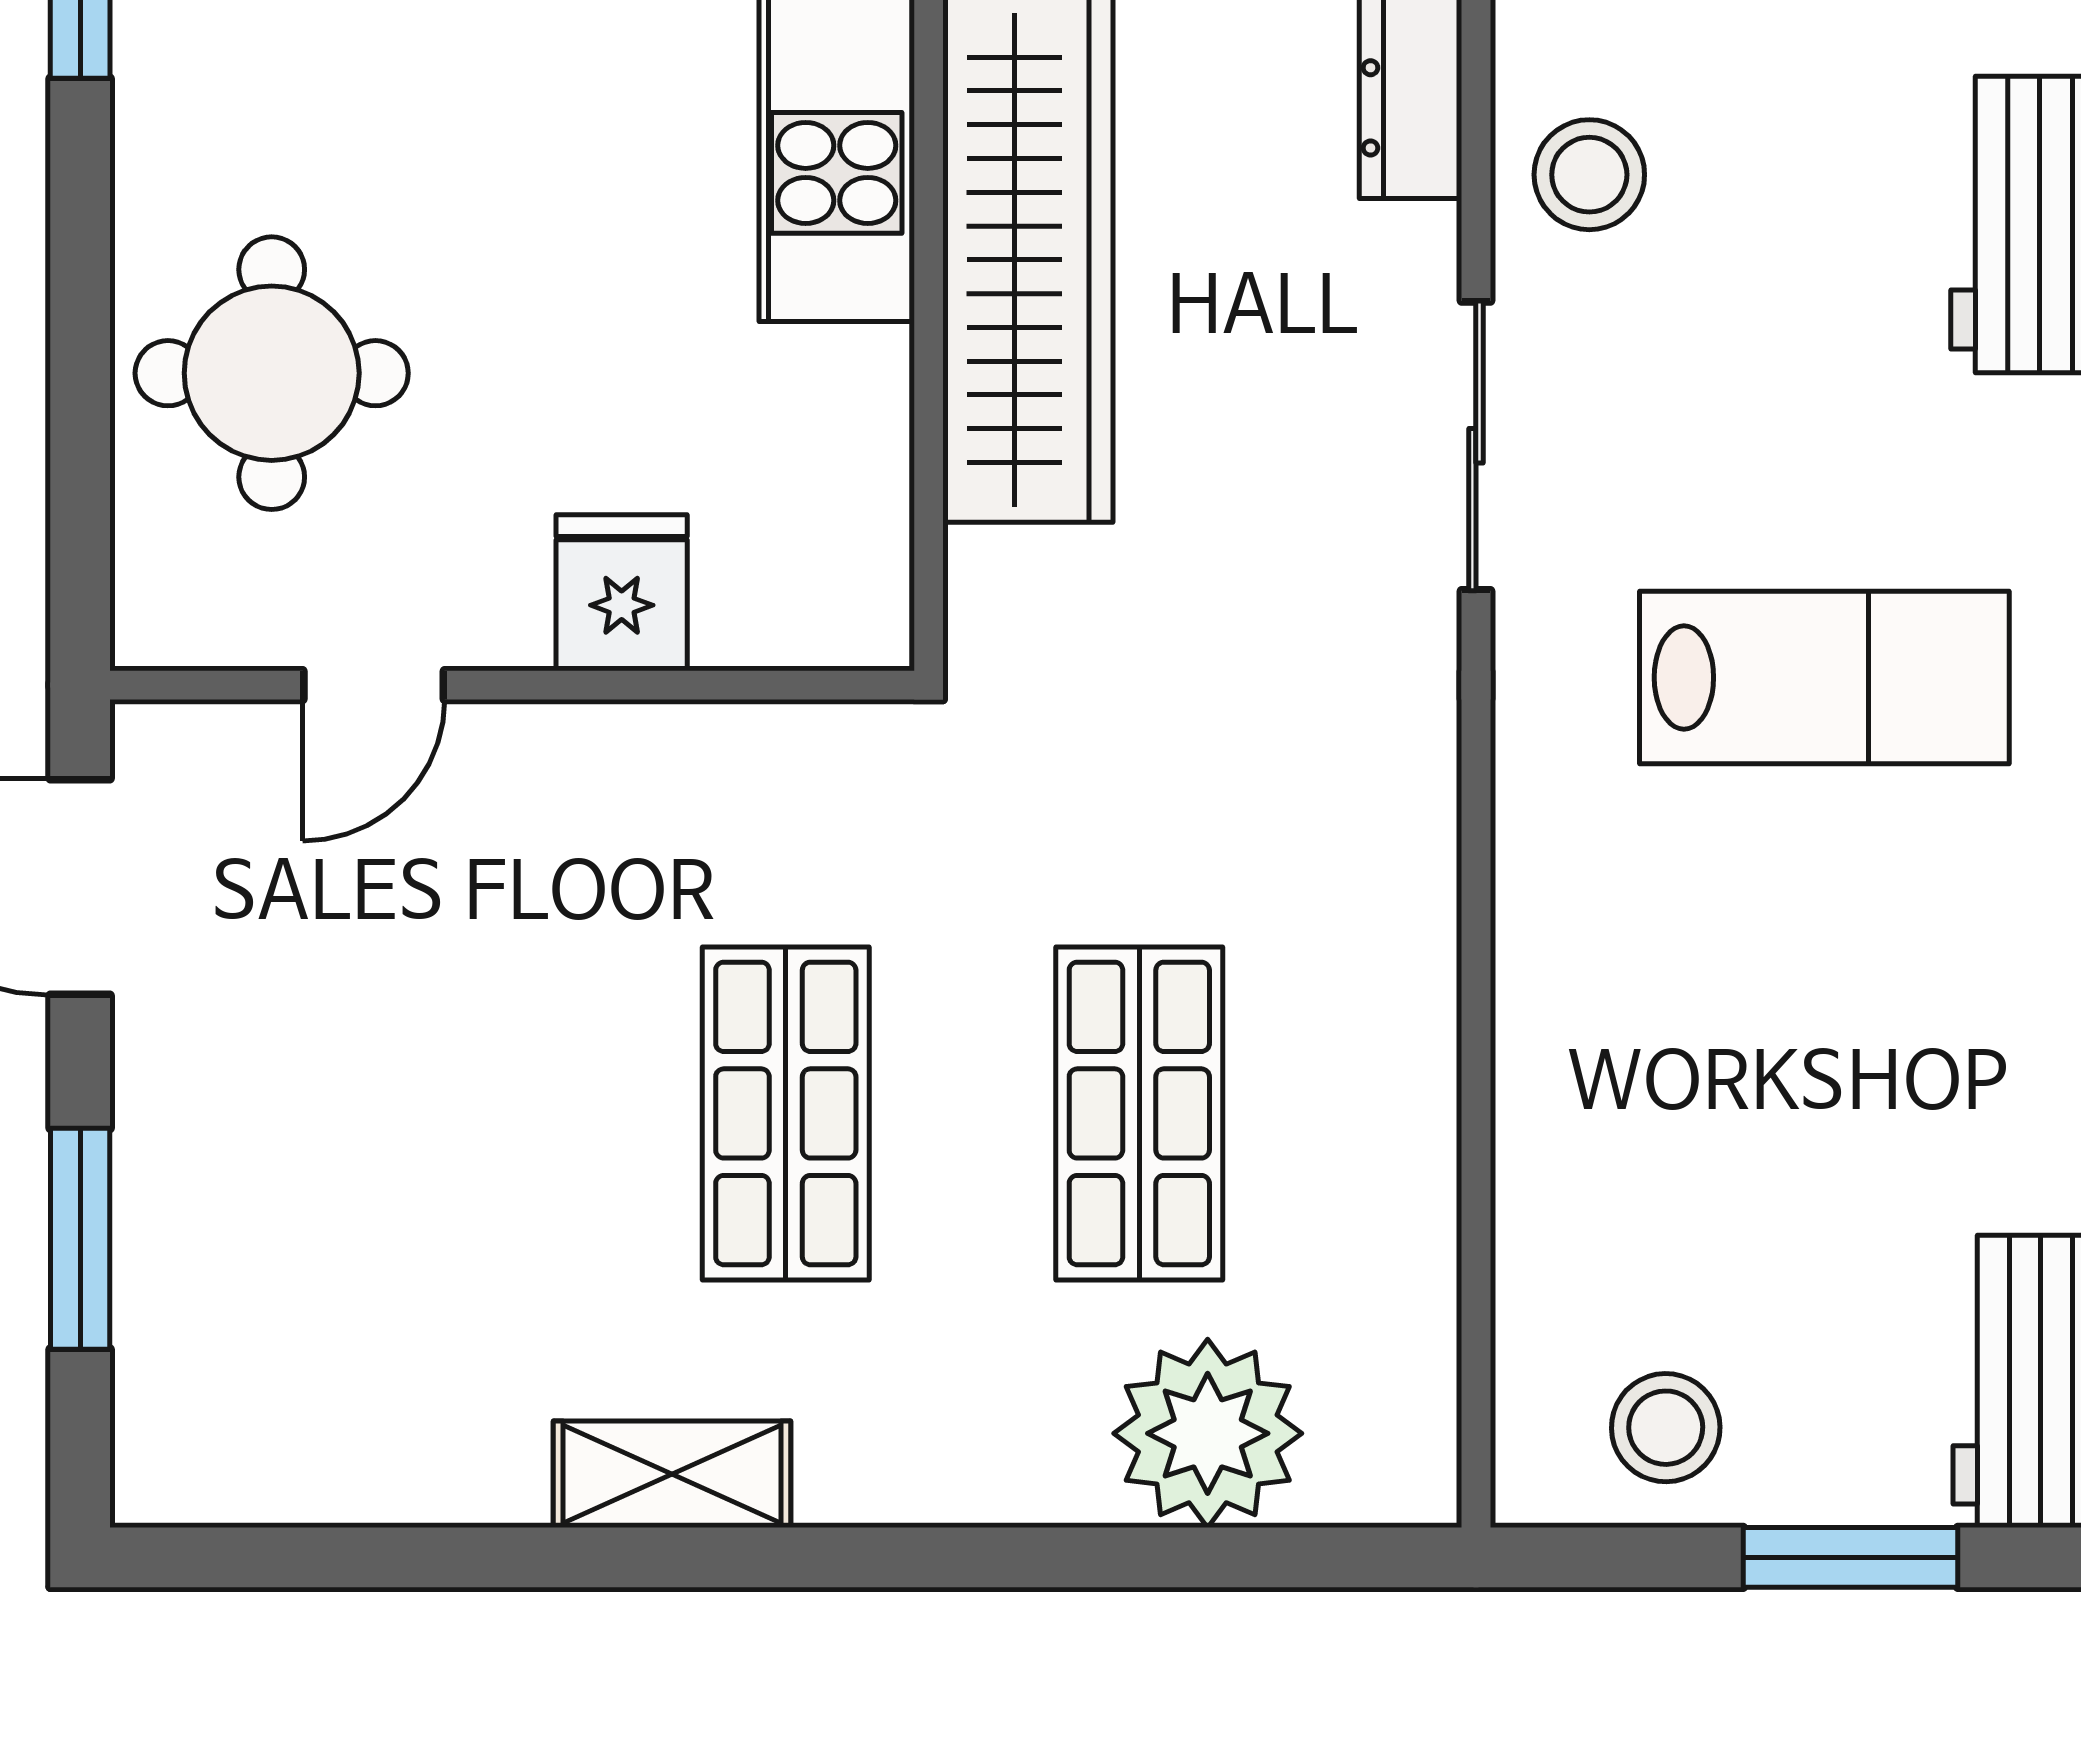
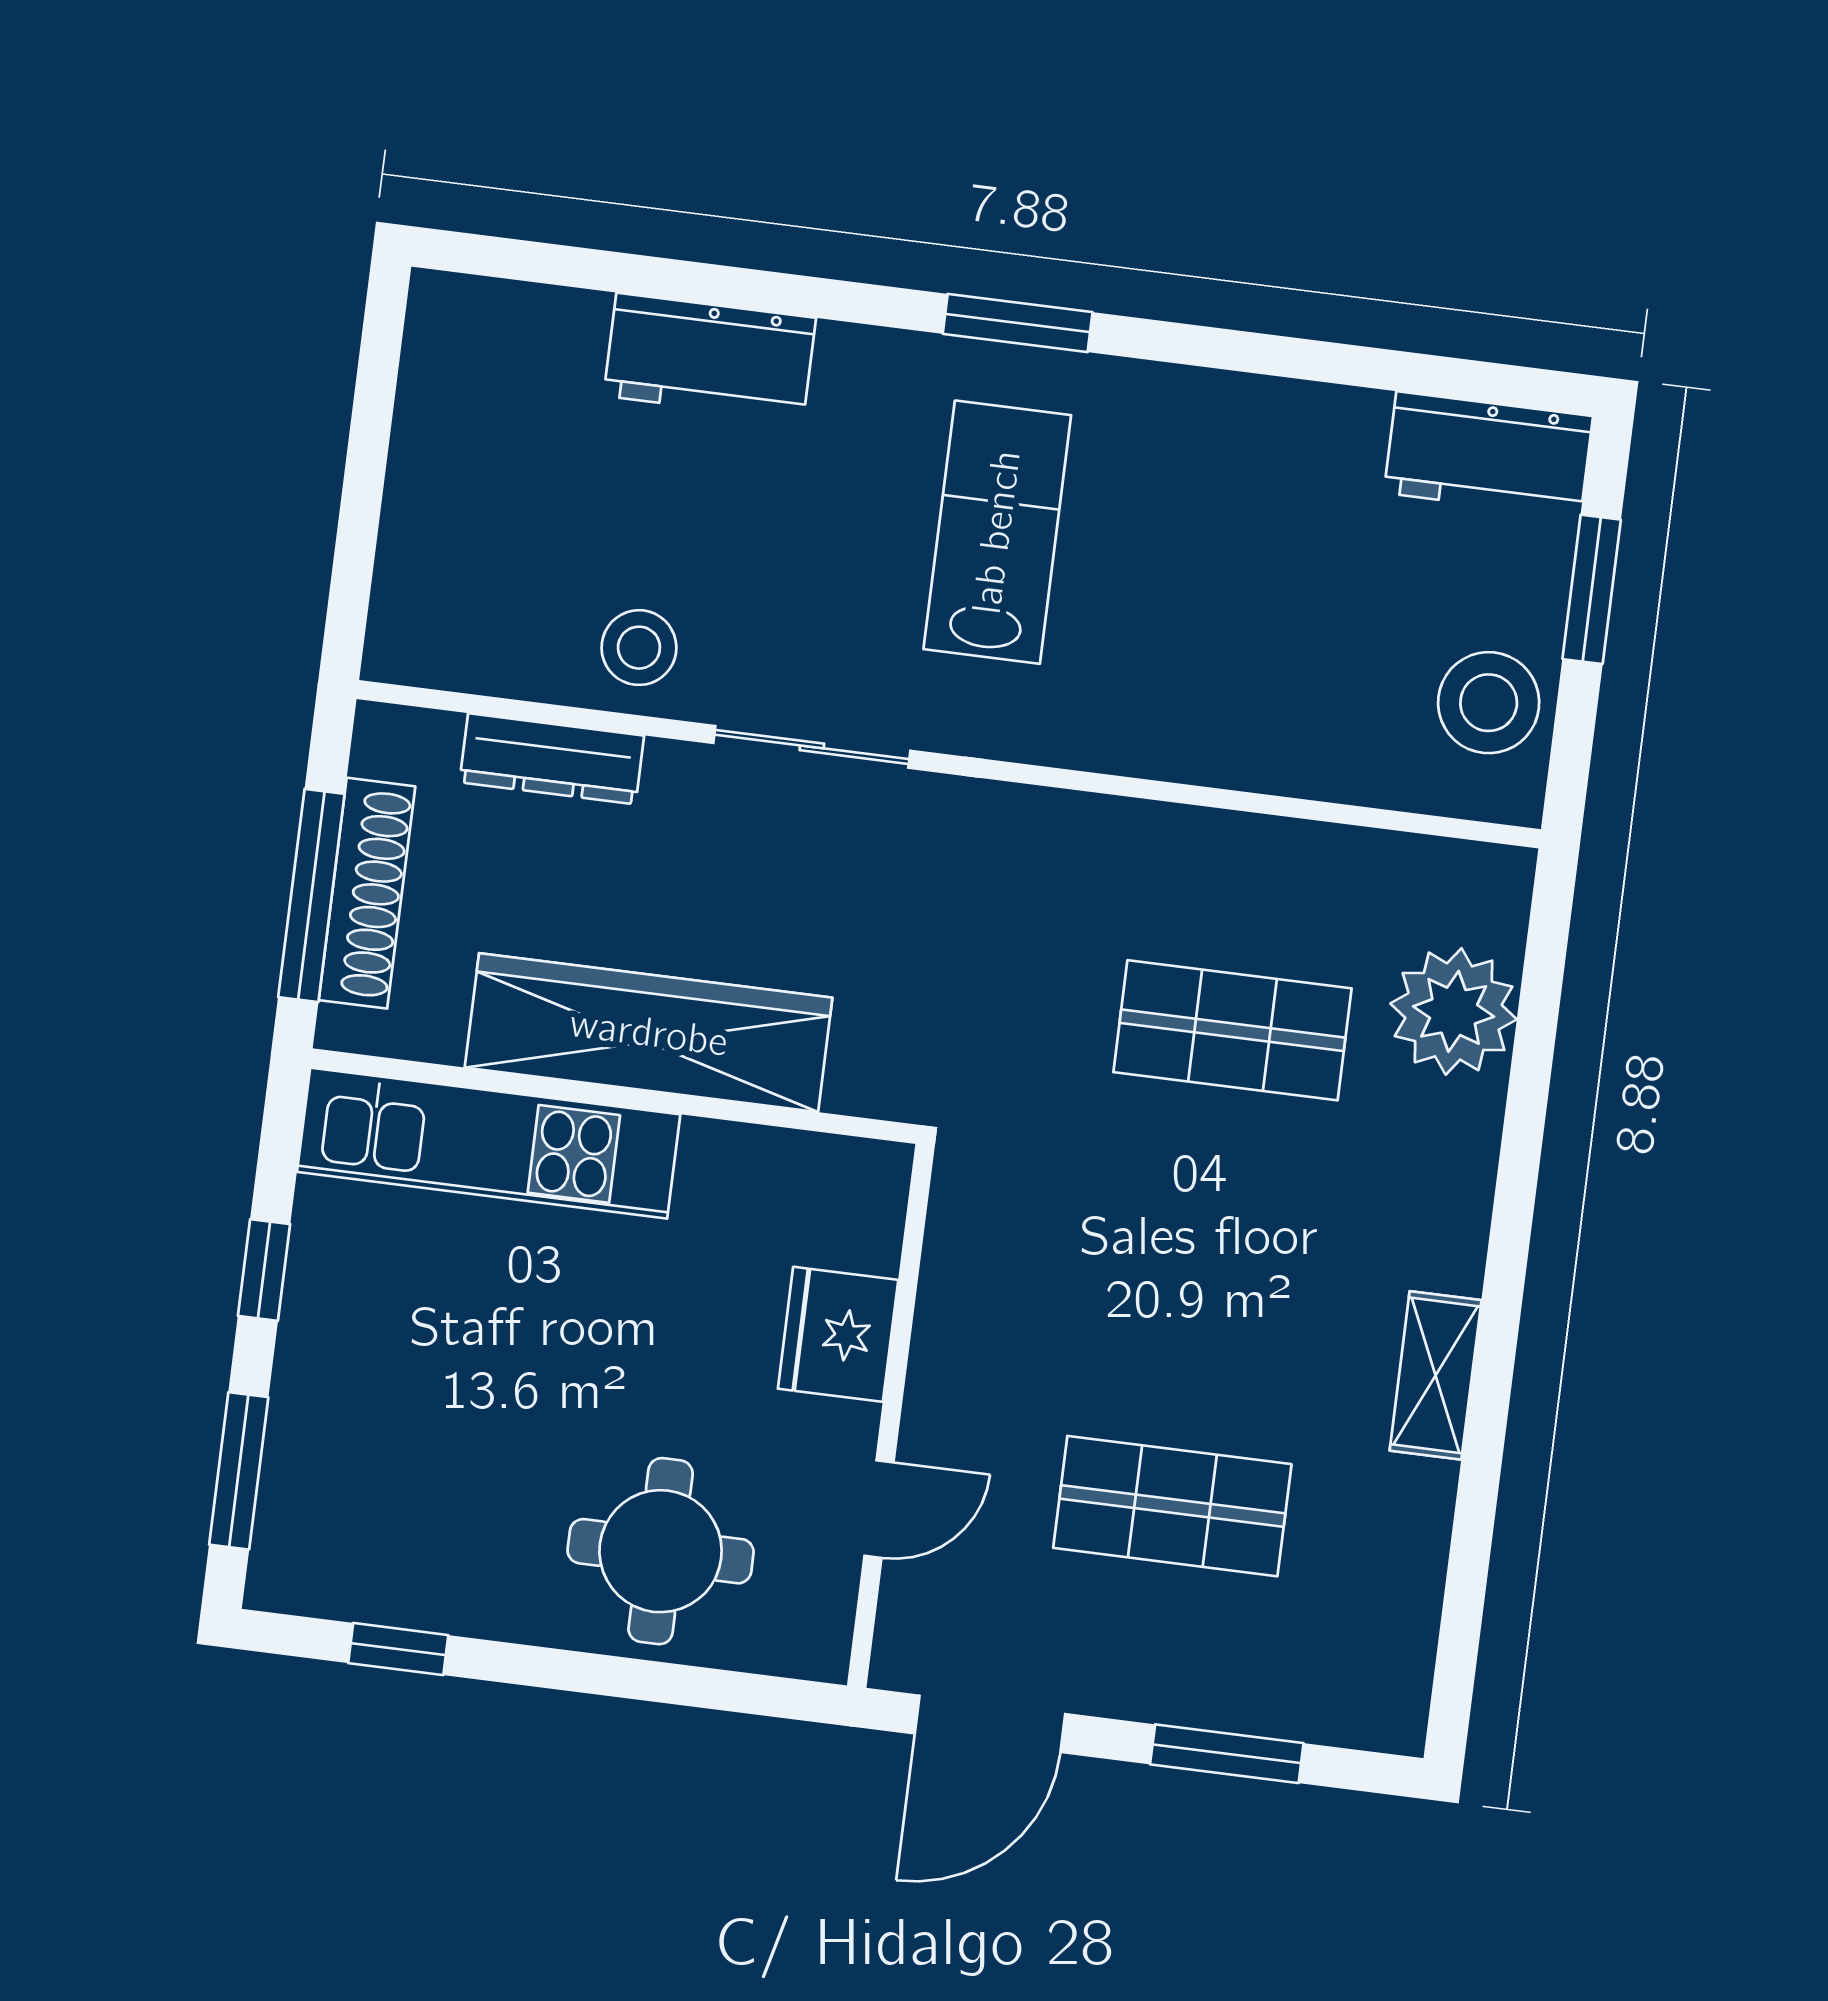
fridge: (622, 593) -> (838, 1334), width x1.38
door: (374, 685) -> (879, 1509), hinge flipped
shop shelf: (786, 1113) -> (1172, 1506), moved
stool: (1666, 1428) -> (1489, 703), width x1.38, depth x1.38

